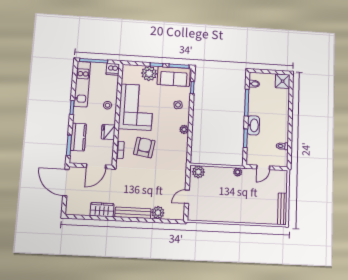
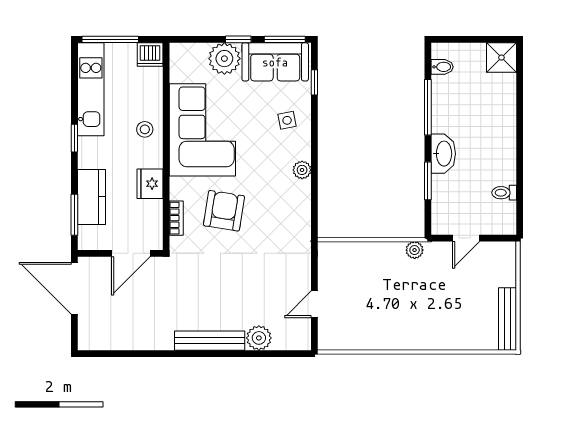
plant: (198, 172) -> (335, 254), removed
wardrobe: (102, 210) -> (149, 337), removed

